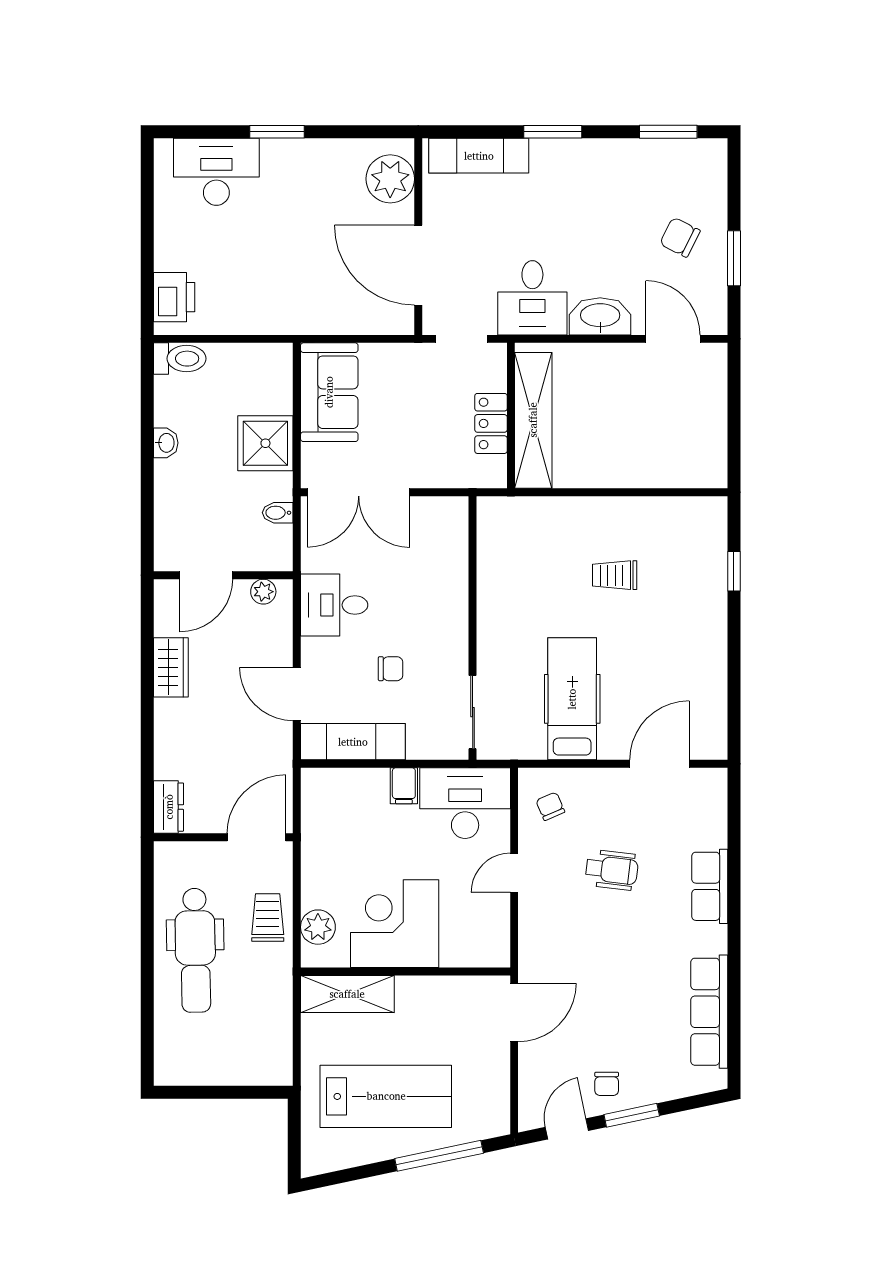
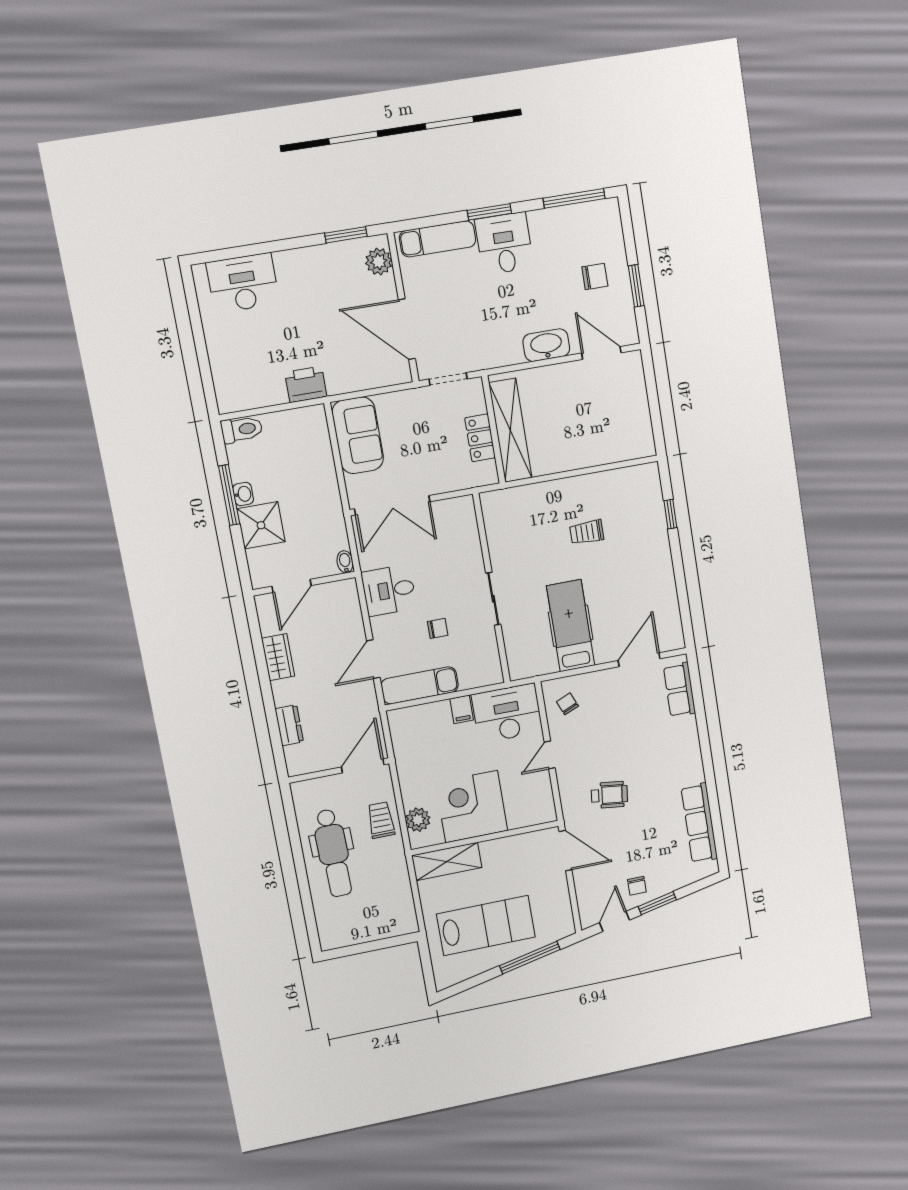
window: (277, 132) -> (346, 235), moved
window: (668, 132) -> (574, 198), width x1.44
plant: (390, 179) -> (379, 262), width x0.73, depth x0.73
chair: (680, 237) -> (595, 276), turned 153
printer: (174, 297) -> (306, 384), moved, turned -90
desk: (532, 298) -> (504, 244), moved, turned 180
window: (147, 441) -> (229, 495), added
shower: (265, 443) -> (261, 525), moved
bidet: (278, 513) -> (345, 562), moved, turned 90
plant: (263, 592) -> (336, 590), removed
door: (297, 694) -> (373, 659), hinge flipped
sliding door: (473, 712) -> (493, 599), moved
dresser: (169, 807) -> (289, 725), moved
wheelchair: (612, 870) -> (609, 795), moved
row of seats: (710, 886) -> (680, 690), moved
door: (514, 1013) -> (565, 851), hinge flipped

